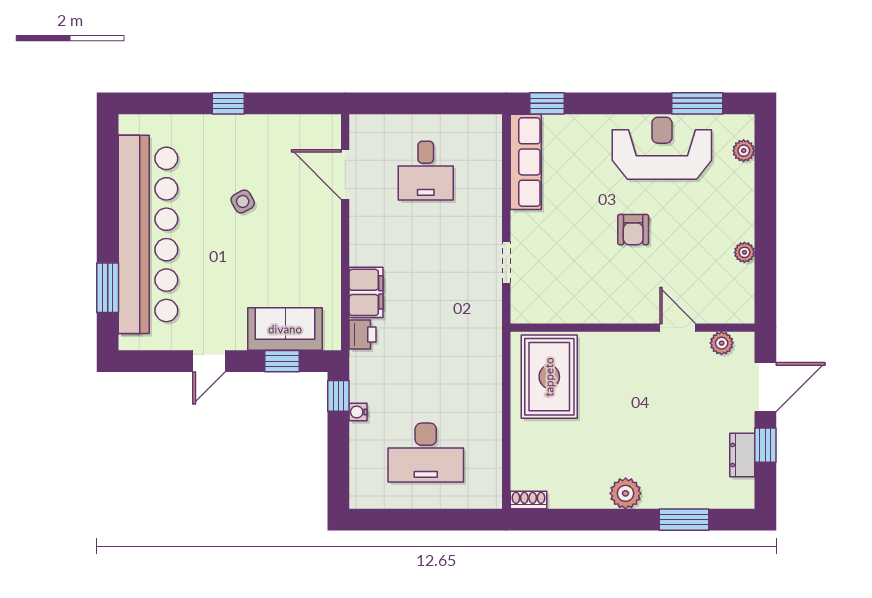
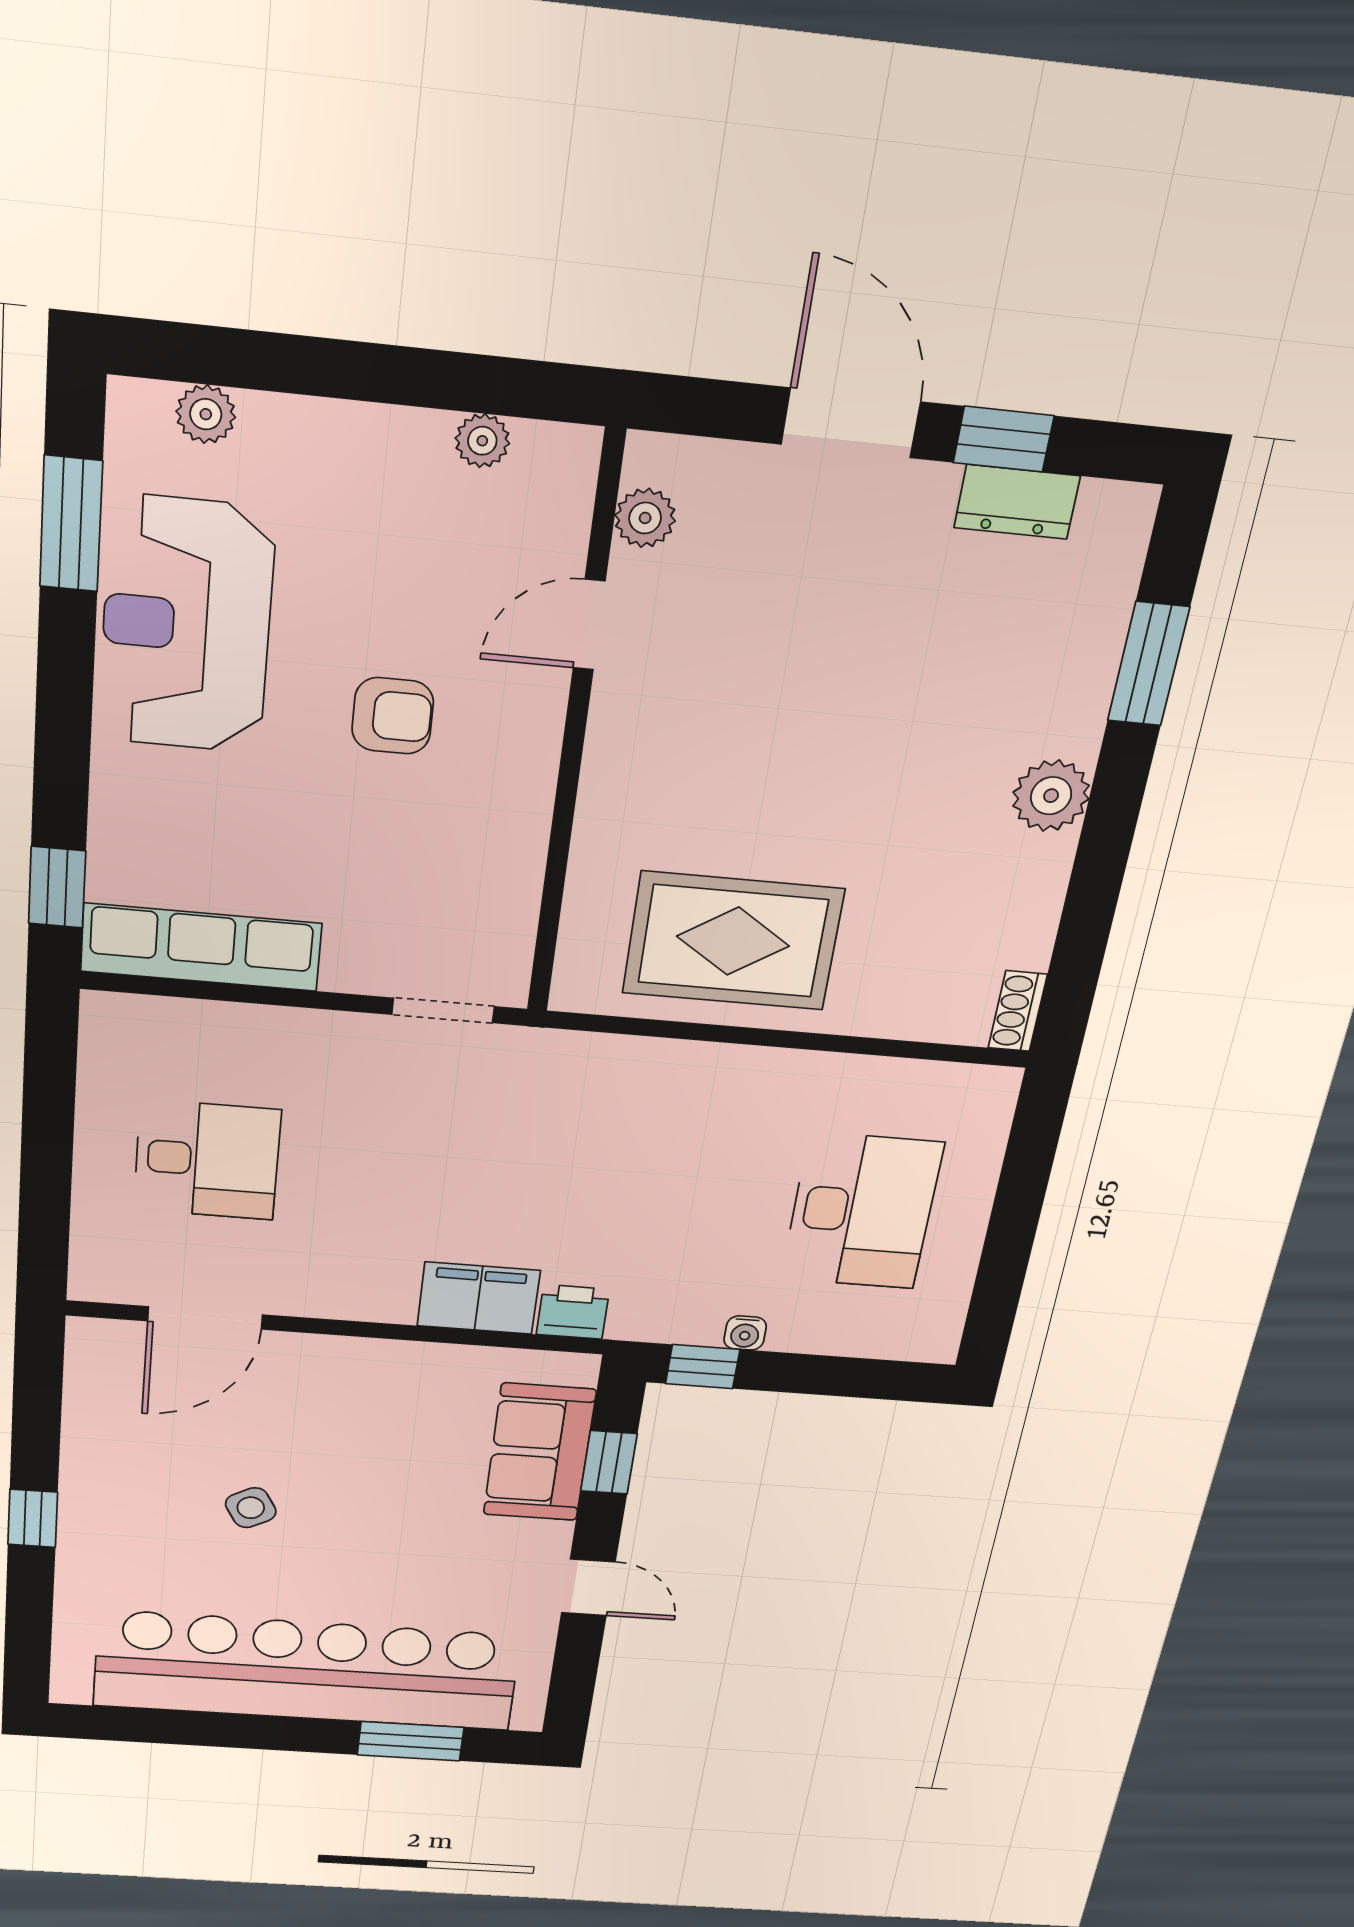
wall: (632, 328) -> (574, 735), moved
door: (678, 328) -> (589, 625), moved
plant: (722, 343) -> (645, 518), moved

